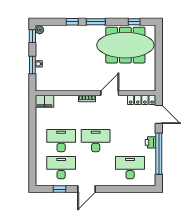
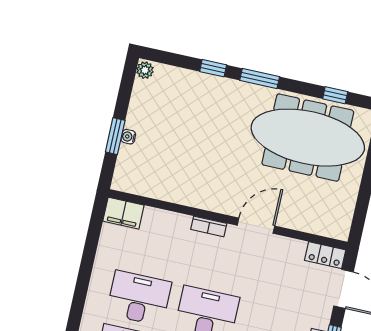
window: (32, 36) -> (128, 79), removed
locker: (141, 100) -> (325, 255), width x0.66

